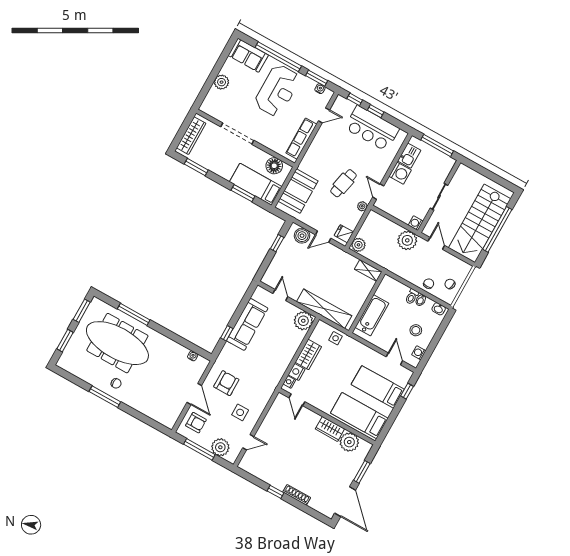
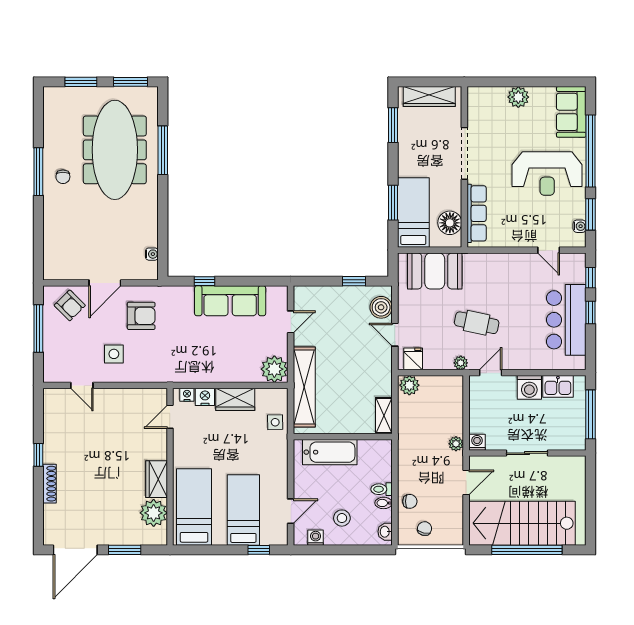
row of seats: (301, 139) -> (477, 213), moved, turned 90
plant: (407, 240) -> (456, 444), width x0.53, depth x0.53
armchair: (196, 423) -> (70, 305), turned -45
plant: (220, 447) -> (56, 354), removed

